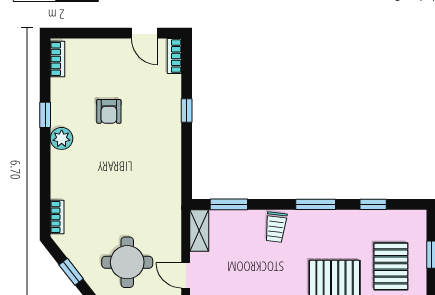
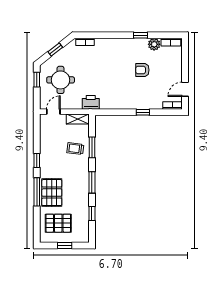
plant: (62, 138) -> (154, 44), moved
window: (229, 204) -> (92, 147), moved
printer: (169, 206) -> (91, 102), added
trolley: (276, 227) -> (75, 149), moved

